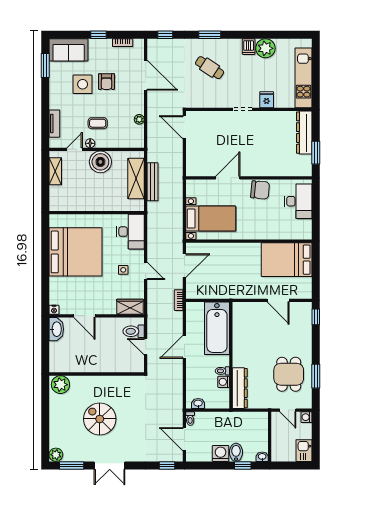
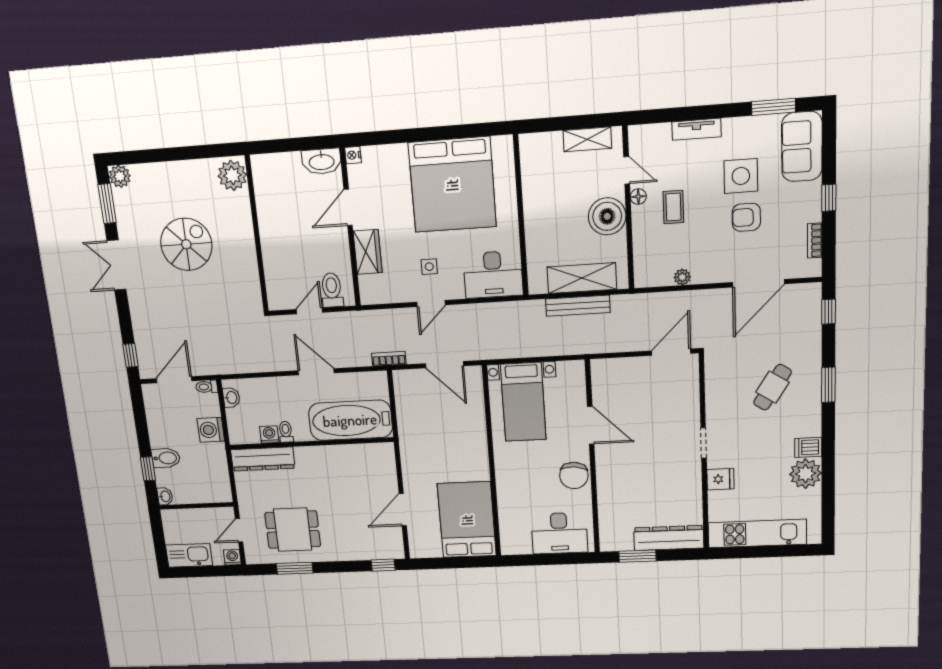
tv unit: (54, 124) -> (696, 129), moved
wardrobe: (130, 307) -> (368, 252), moved
kitchen sink: (304, 451) -> (189, 555), width x1.38
washing machine: (221, 453) -> (211, 430), moved, turned 180

